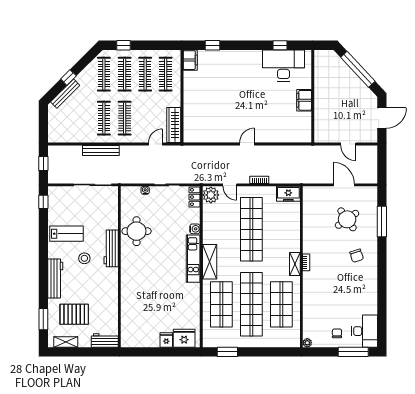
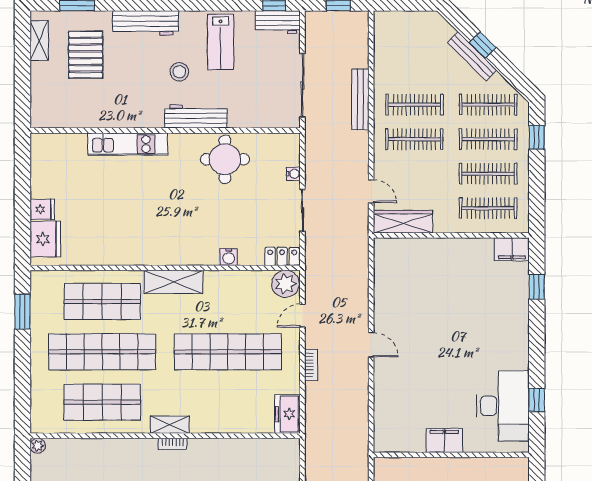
bench: (65, 94) -> (472, 56), moved
kitchen unit: (193, 259) -> (128, 144), moved, turned 180
workbench: (105, 340) -> (278, 22), moved, turned 90

